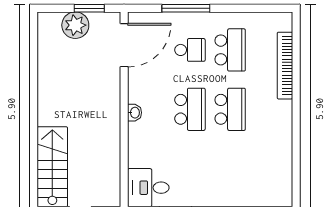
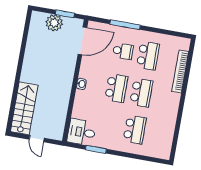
school desk: (230, 169) -> (135, 129), added

